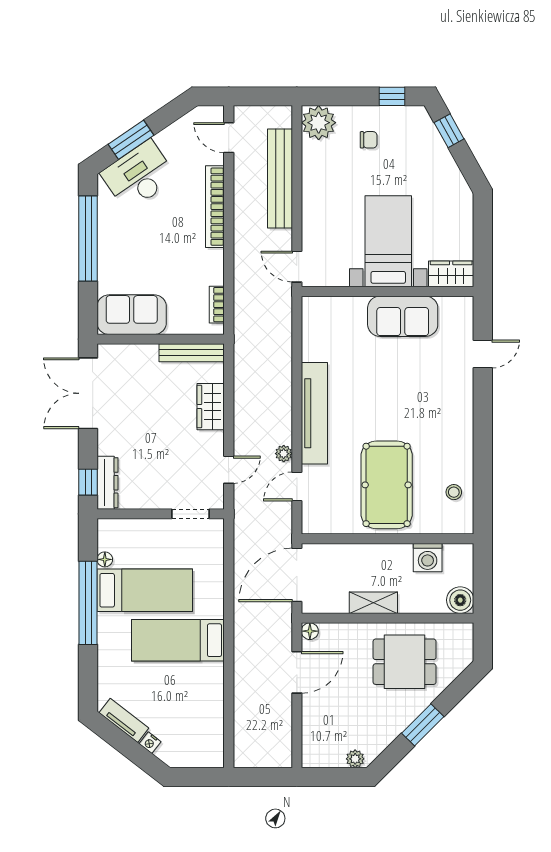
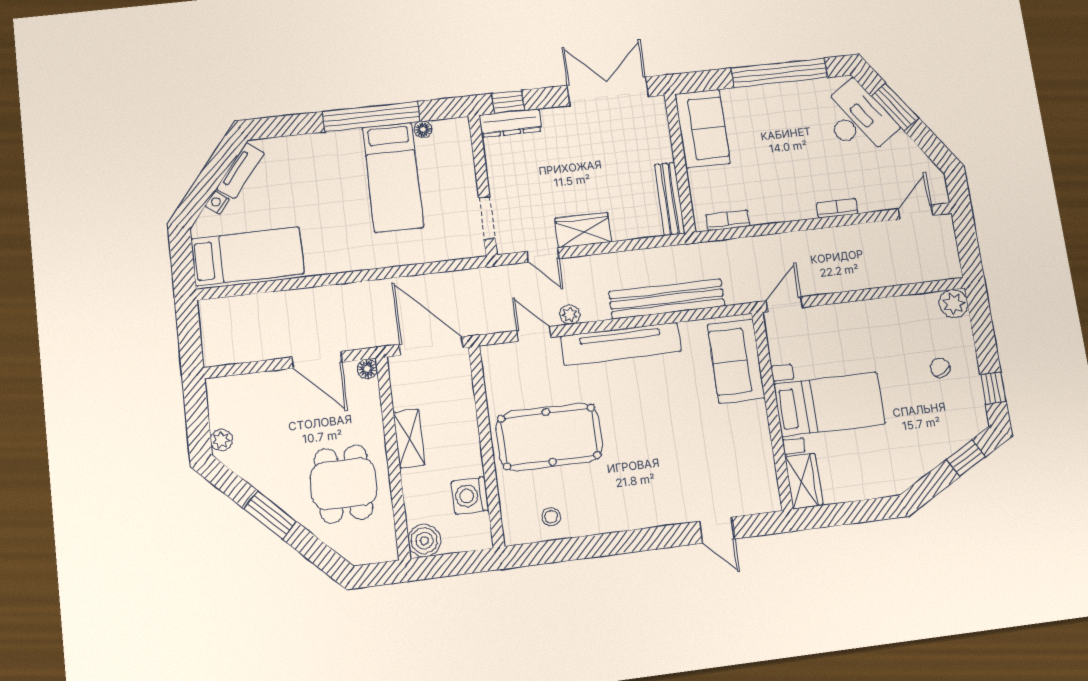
plant: (319, 123) -> (954, 304), width x0.73, depth x0.73
chair: (369, 140) -> (940, 368), turned 152
bench: (280, 178) -> (667, 299), moved
bookcase: (215, 207) -> (837, 208), width x0.43, depth x0.76
sofa: (403, 316) -> (736, 361), moved
wardrobe: (211, 407) -> (583, 230), moved
bed: (178, 640) -> (248, 256), moved, turned 90

